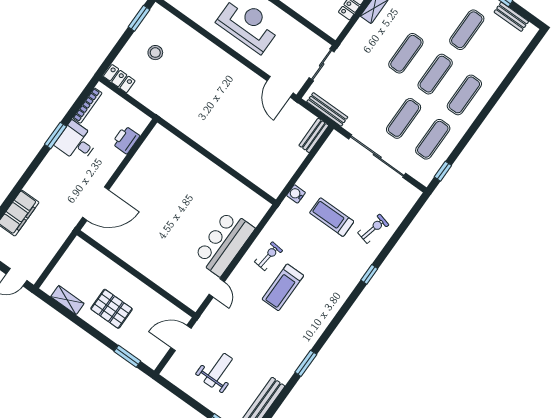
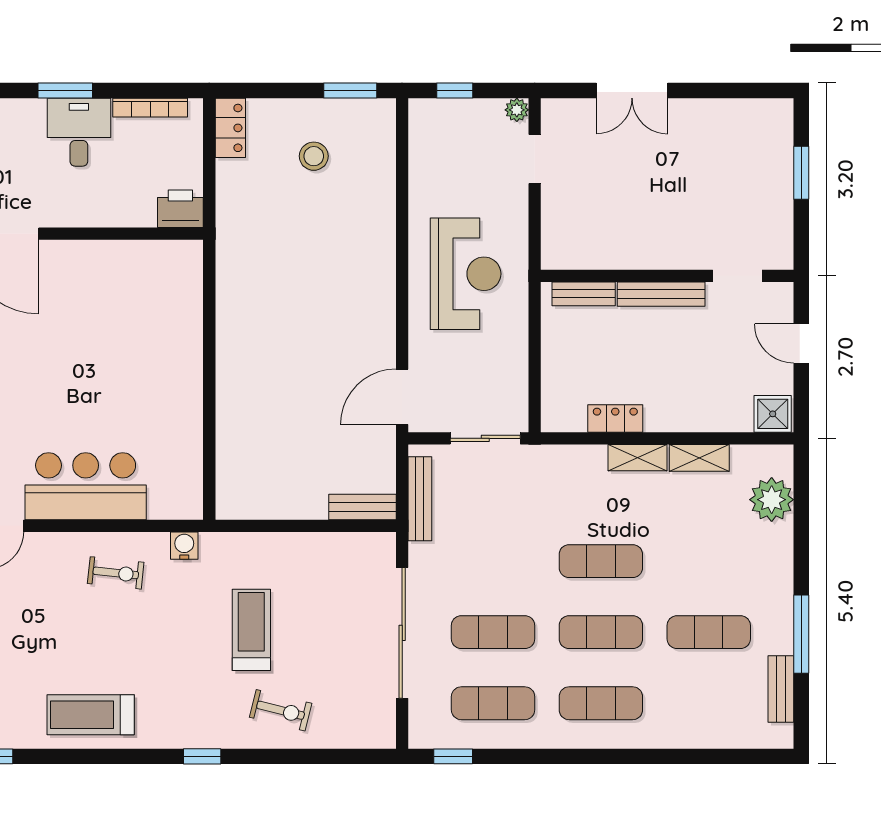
printer: (126, 140) -> (180, 209), moved
water cooler: (296, 194) -> (184, 546), moved
treadmill: (283, 287) -> (91, 715), moved

